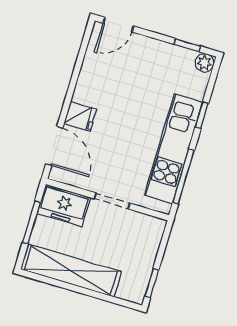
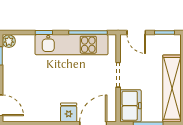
door: (163, 244) -> (136, 33), added

